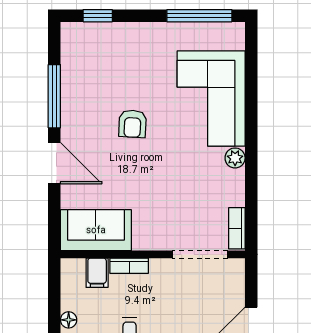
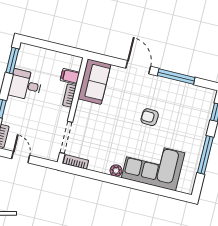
window: (199, 16) -> (205, 155), moved
door: (54, 163) -> (138, 67), swing flipped
floor lamp: (69, 320) -> (47, 54), removed

